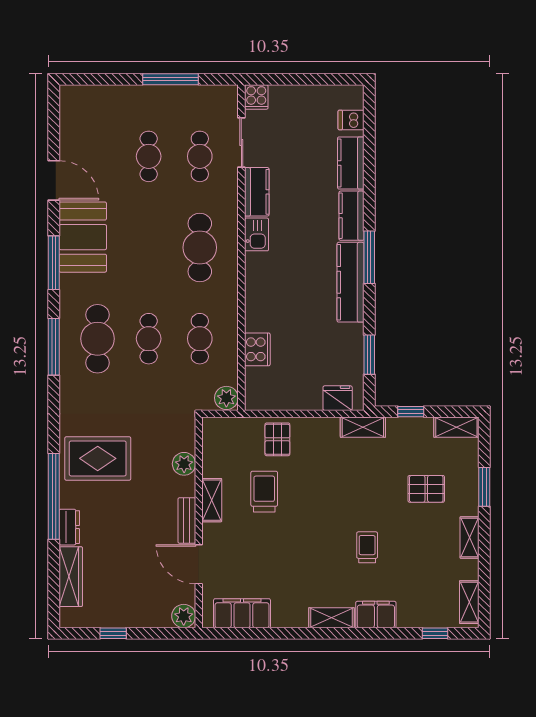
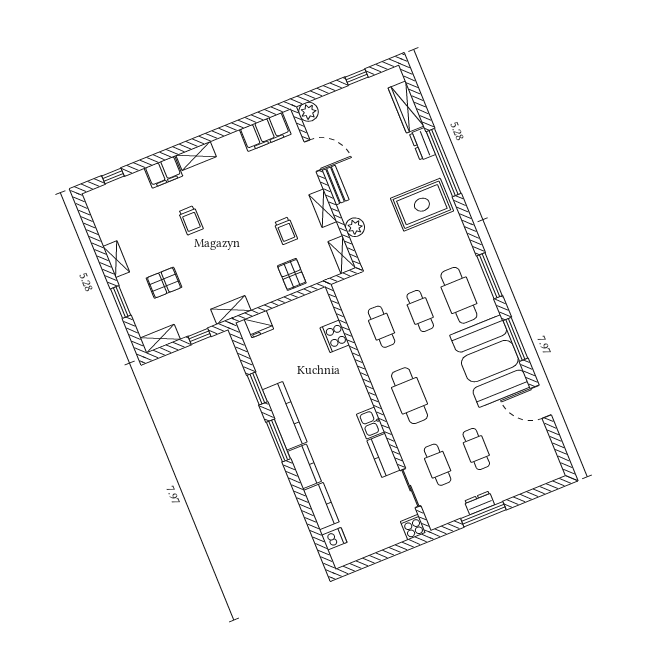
dresser: (170, 94) -> (479, 503), added
booth: (83, 237) -> (490, 361), width x1.36, depth x1.42
window: (369, 355) -> (257, 389), moved
plant: (226, 398) -> (343, 290), removed
trolley: (264, 492) -> (286, 231), width x0.73, depth x0.72
shelving: (469, 602) -> (342, 255), moved

